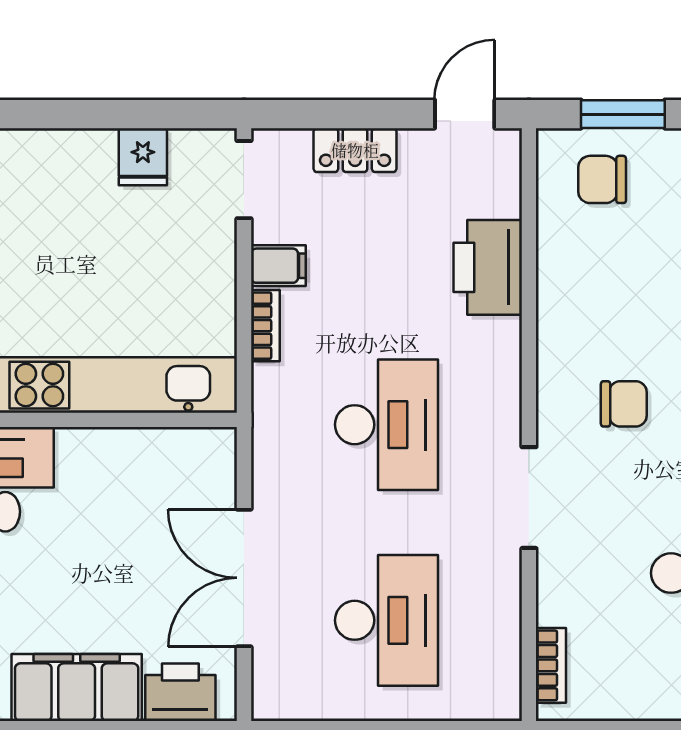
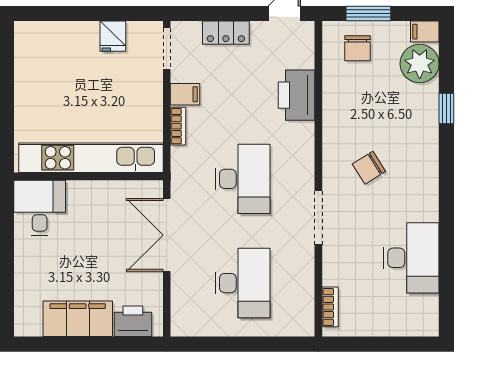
chair: (602, 179) -> (357, 48), turned -90
chair: (624, 404) -> (369, 168), turned 148
double door: (244, 578) -> (167, 235), moved

